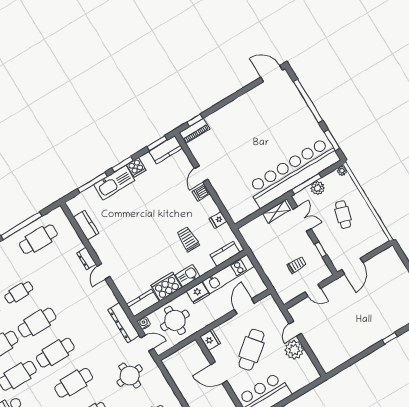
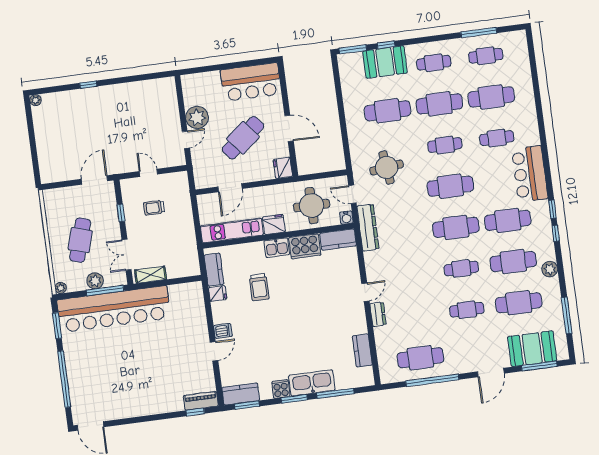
cafe table: (343, 215) -> (80, 240), width x1.37, depth x1.35
kitchen counter: (225, 254) -> (214, 270), moved, turned -90
cafe table: (37, 323) -> (461, 269), width x0.73, depth x0.74

